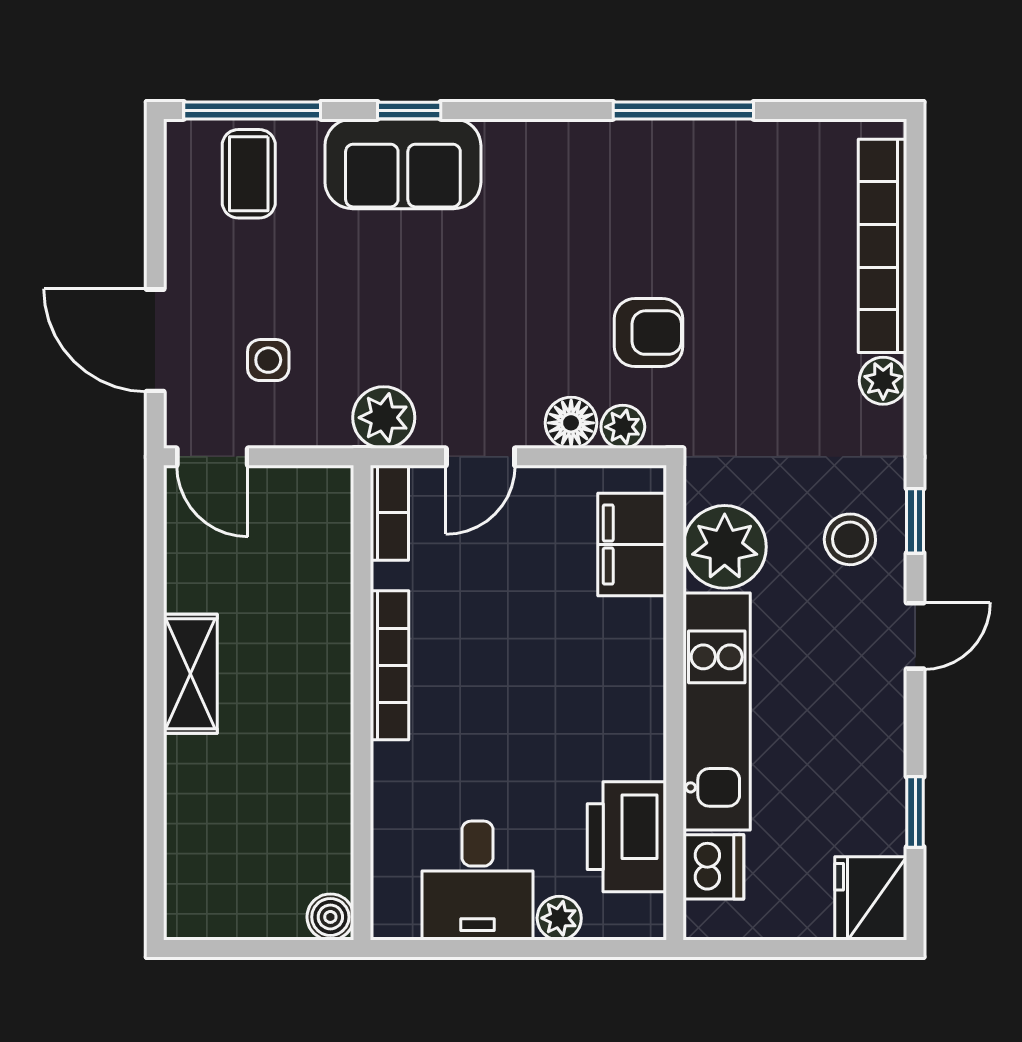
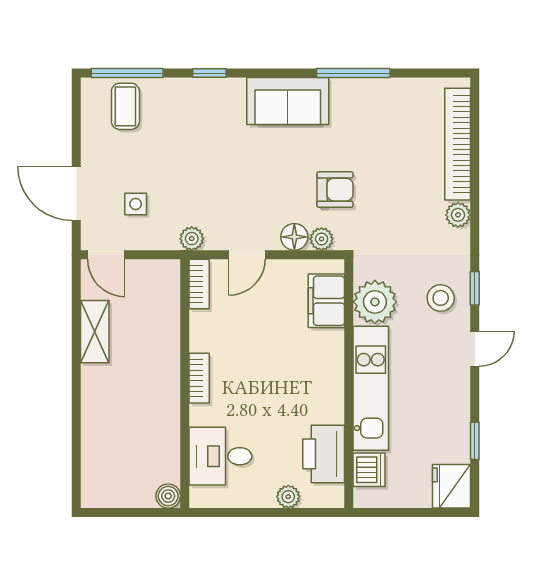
sofa: (403, 164) -> (288, 101), moved
plant: (384, 418) -> (192, 239), width x0.73, depth x0.73
bookcase: (389, 665) -> (199, 378), width x0.64
shelving: (190, 674) -> (95, 332), moved
desk: (477, 881) -> (220, 456), moved, turned 90

